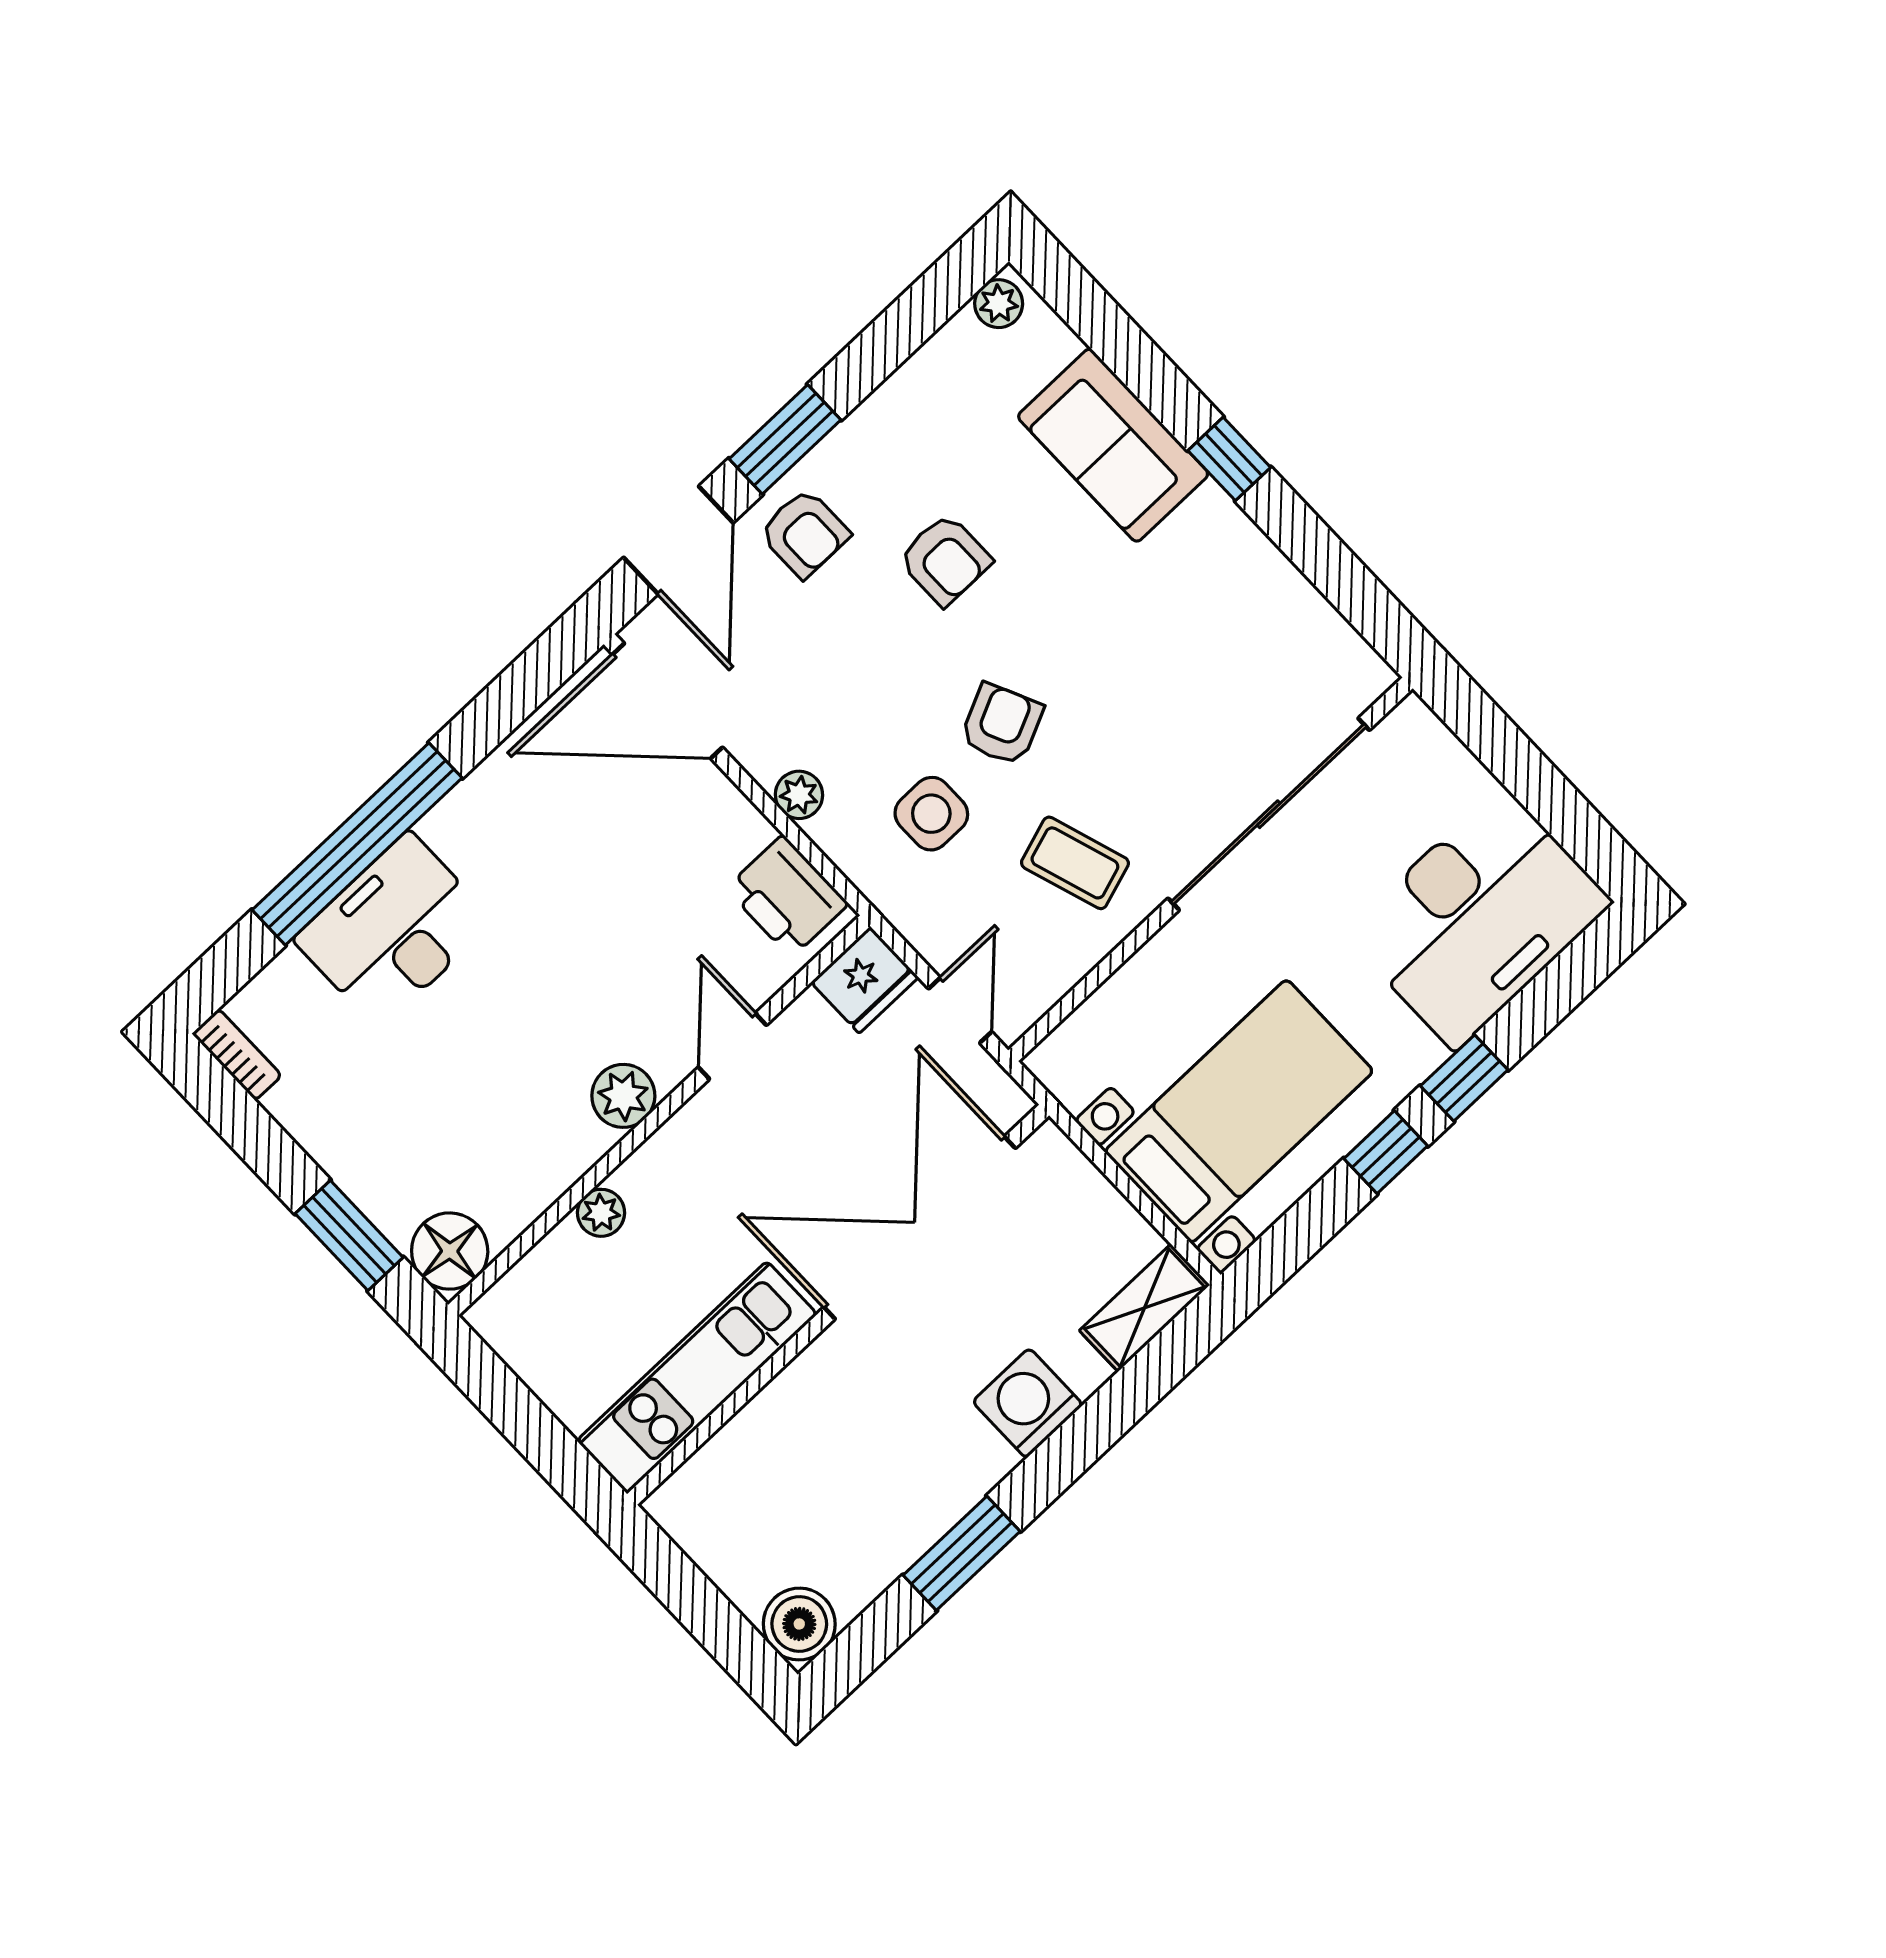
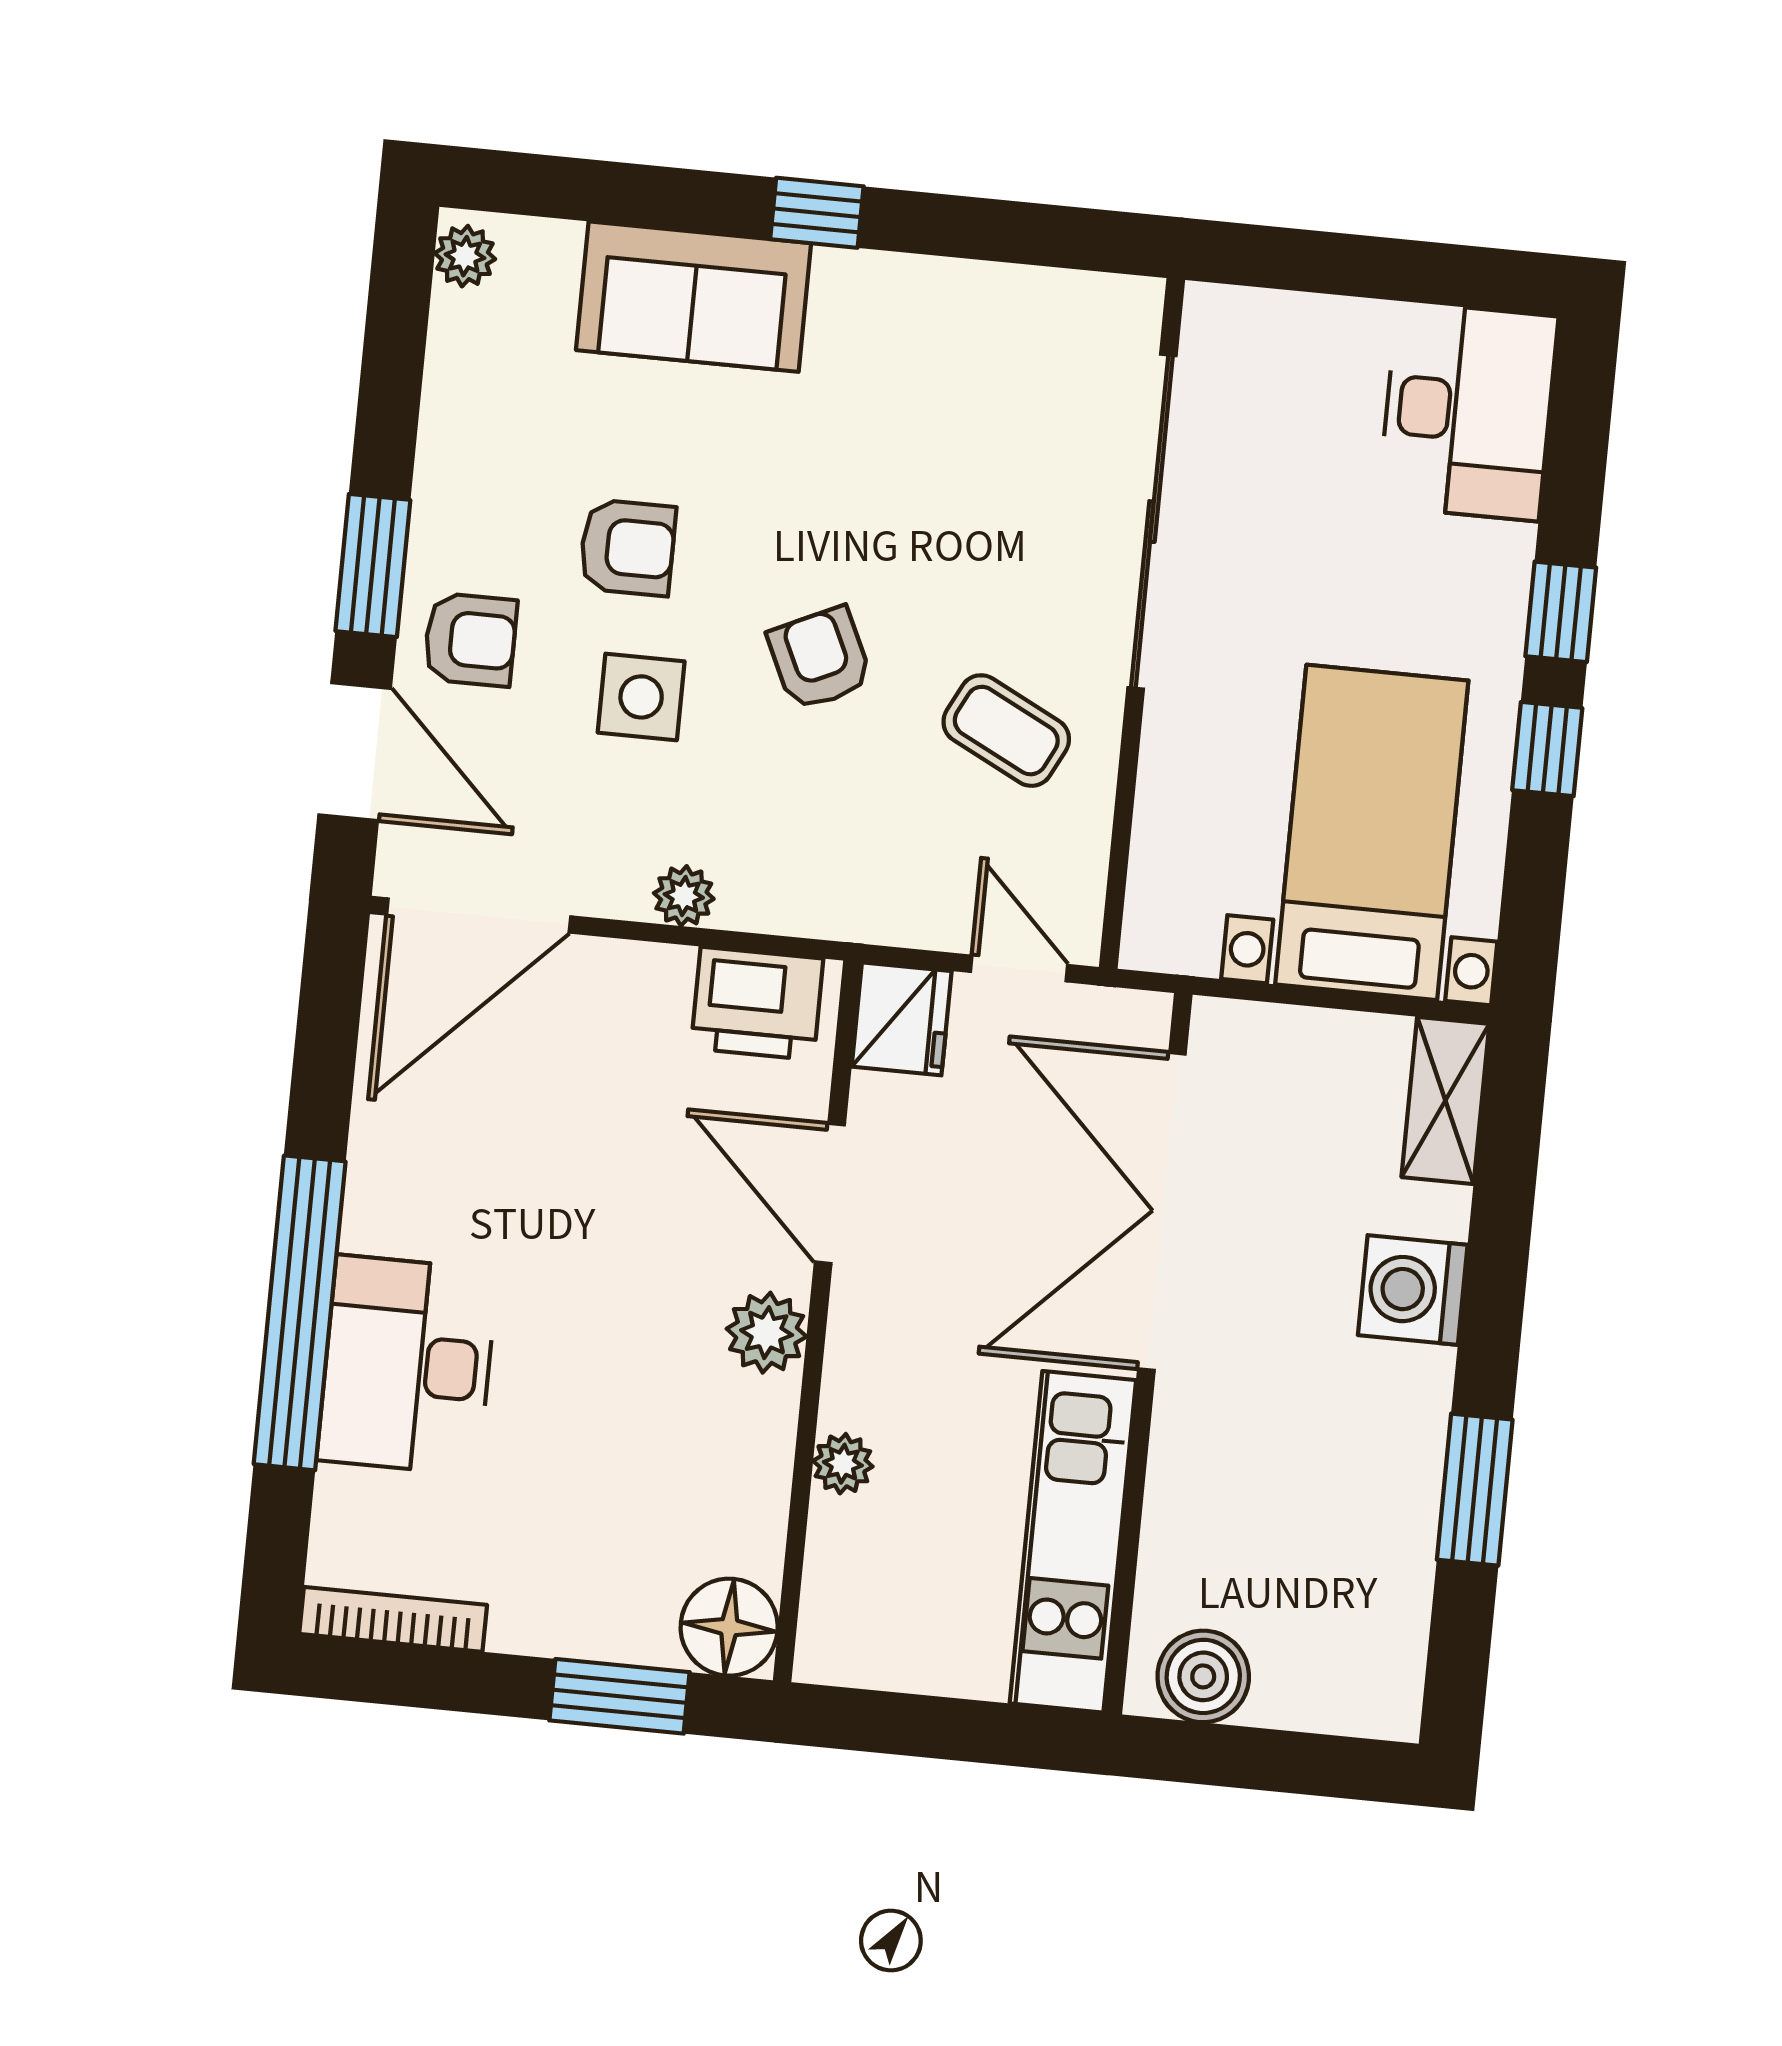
side table: (931, 814) -> (641, 697), moved
coffee table: (1075, 863) -> (1006, 731), turned 45
desk: (1478, 918) -> (1468, 411), width x0.73, depth x0.77
door: (732, 1046) -> (830, 1193), width x1.38
bookcase: (237, 1055) -> (393, 1619), width x1.56
boiler: (799, 1624) -> (1203, 1676), moved

